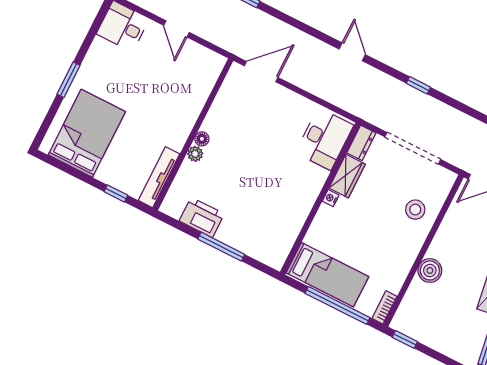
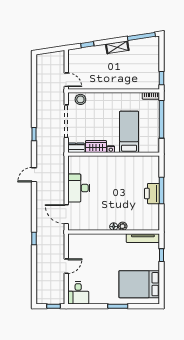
desk: (324, 139) -> (79, 188), moved, turned -90
stool: (415, 210) -> (80, 99), moved
printer: (202, 217) -> (152, 194), moved
boiler: (430, 270) -> (122, 83), removed
bed: (327, 275) -> (129, 132), moved

